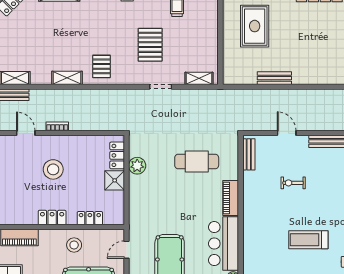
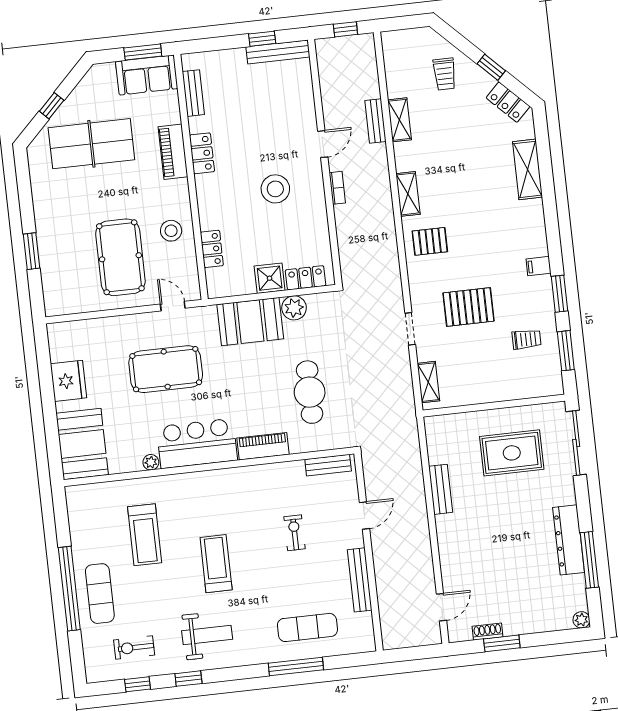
booth: (143, 197) -> (250, 322), added
locker: (52, 218) -> (202, 153), moved

